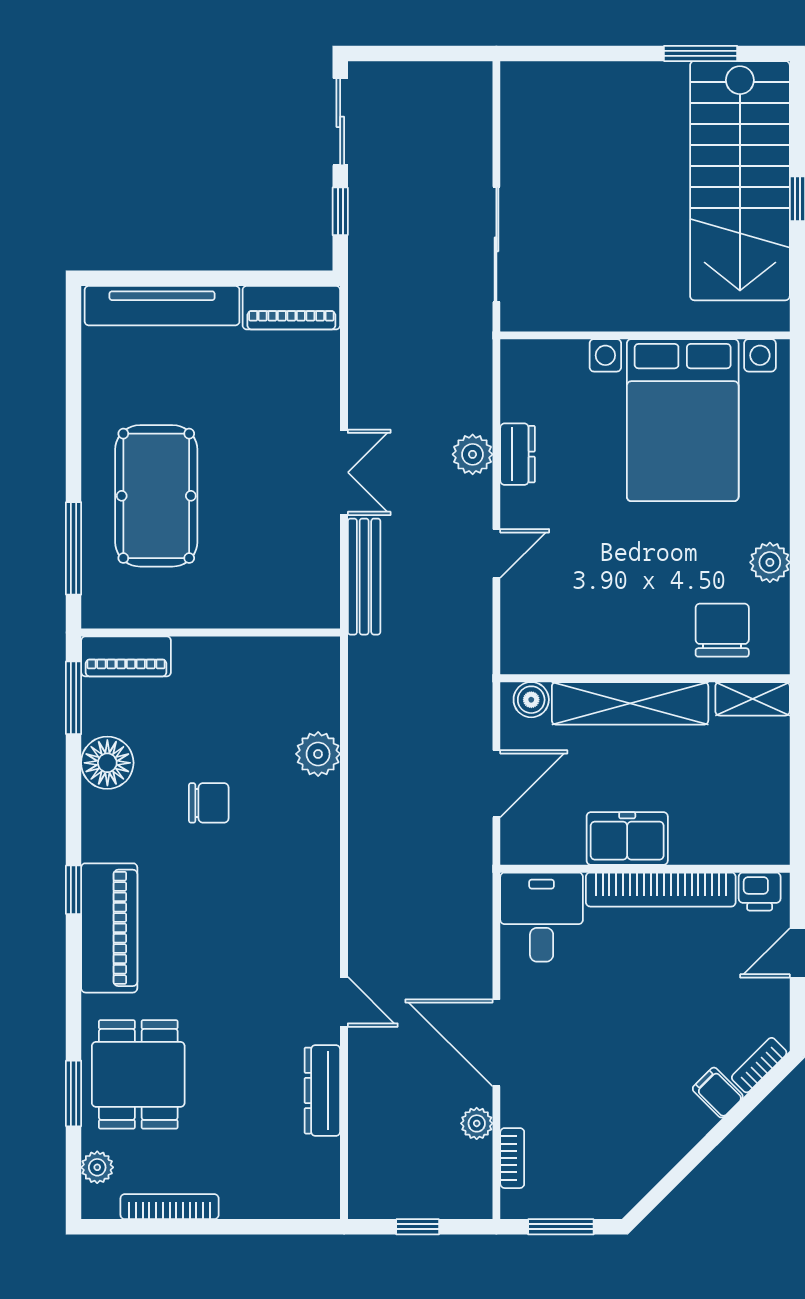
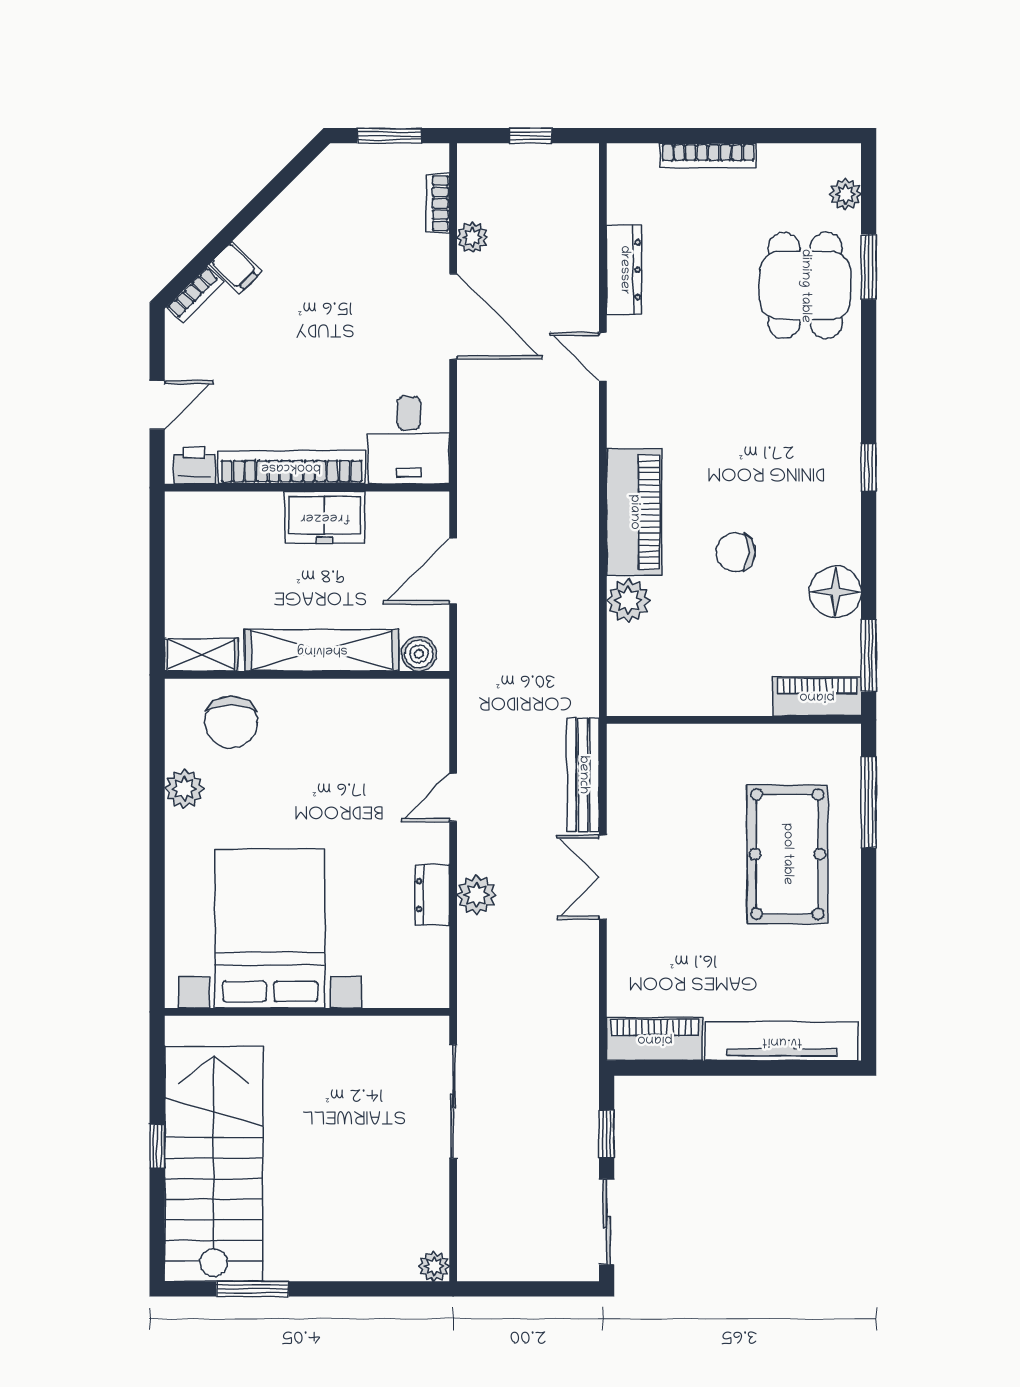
plant: (516, 77) -> (434, 1266), added
piano: (109, 928) -> (634, 512), moved, turned 180
bookcase: (170, 1207) -> (708, 156), moved

